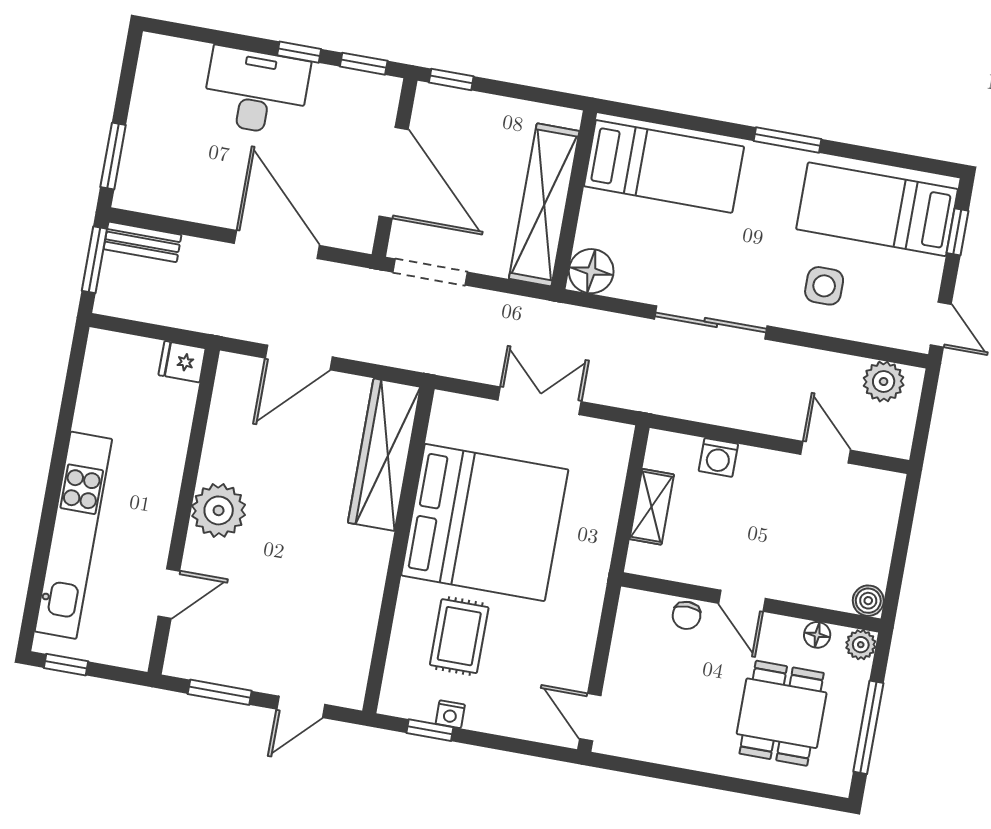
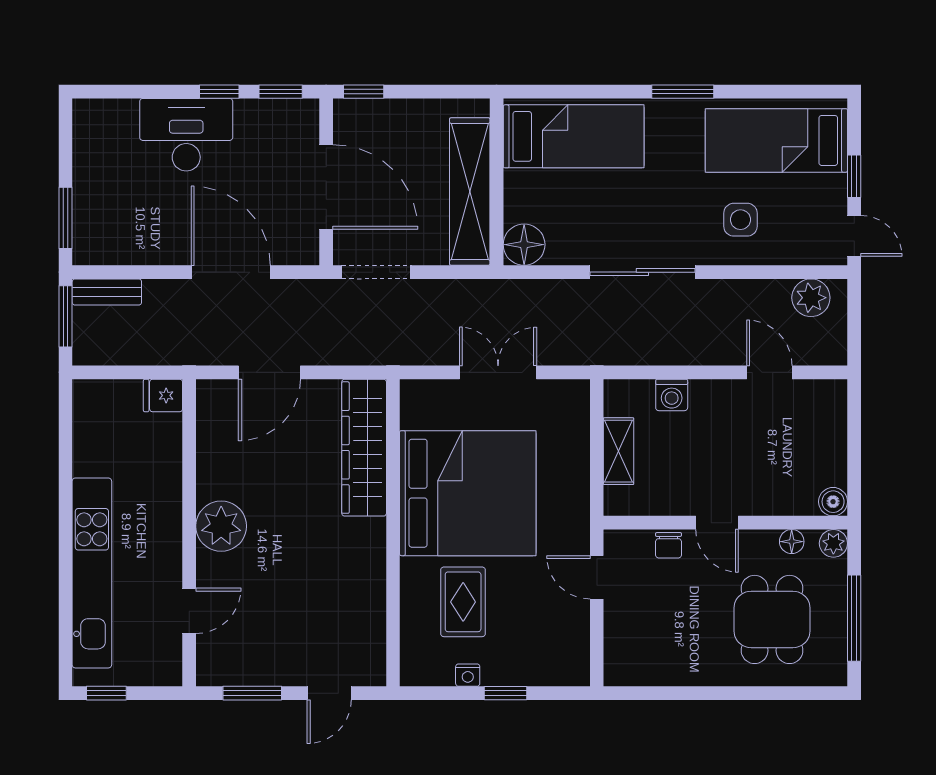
window: (957, 232) -> (854, 176), moved
door: (590, 717) -> (597, 577), moved
window: (430, 730) -> (506, 693), moved

